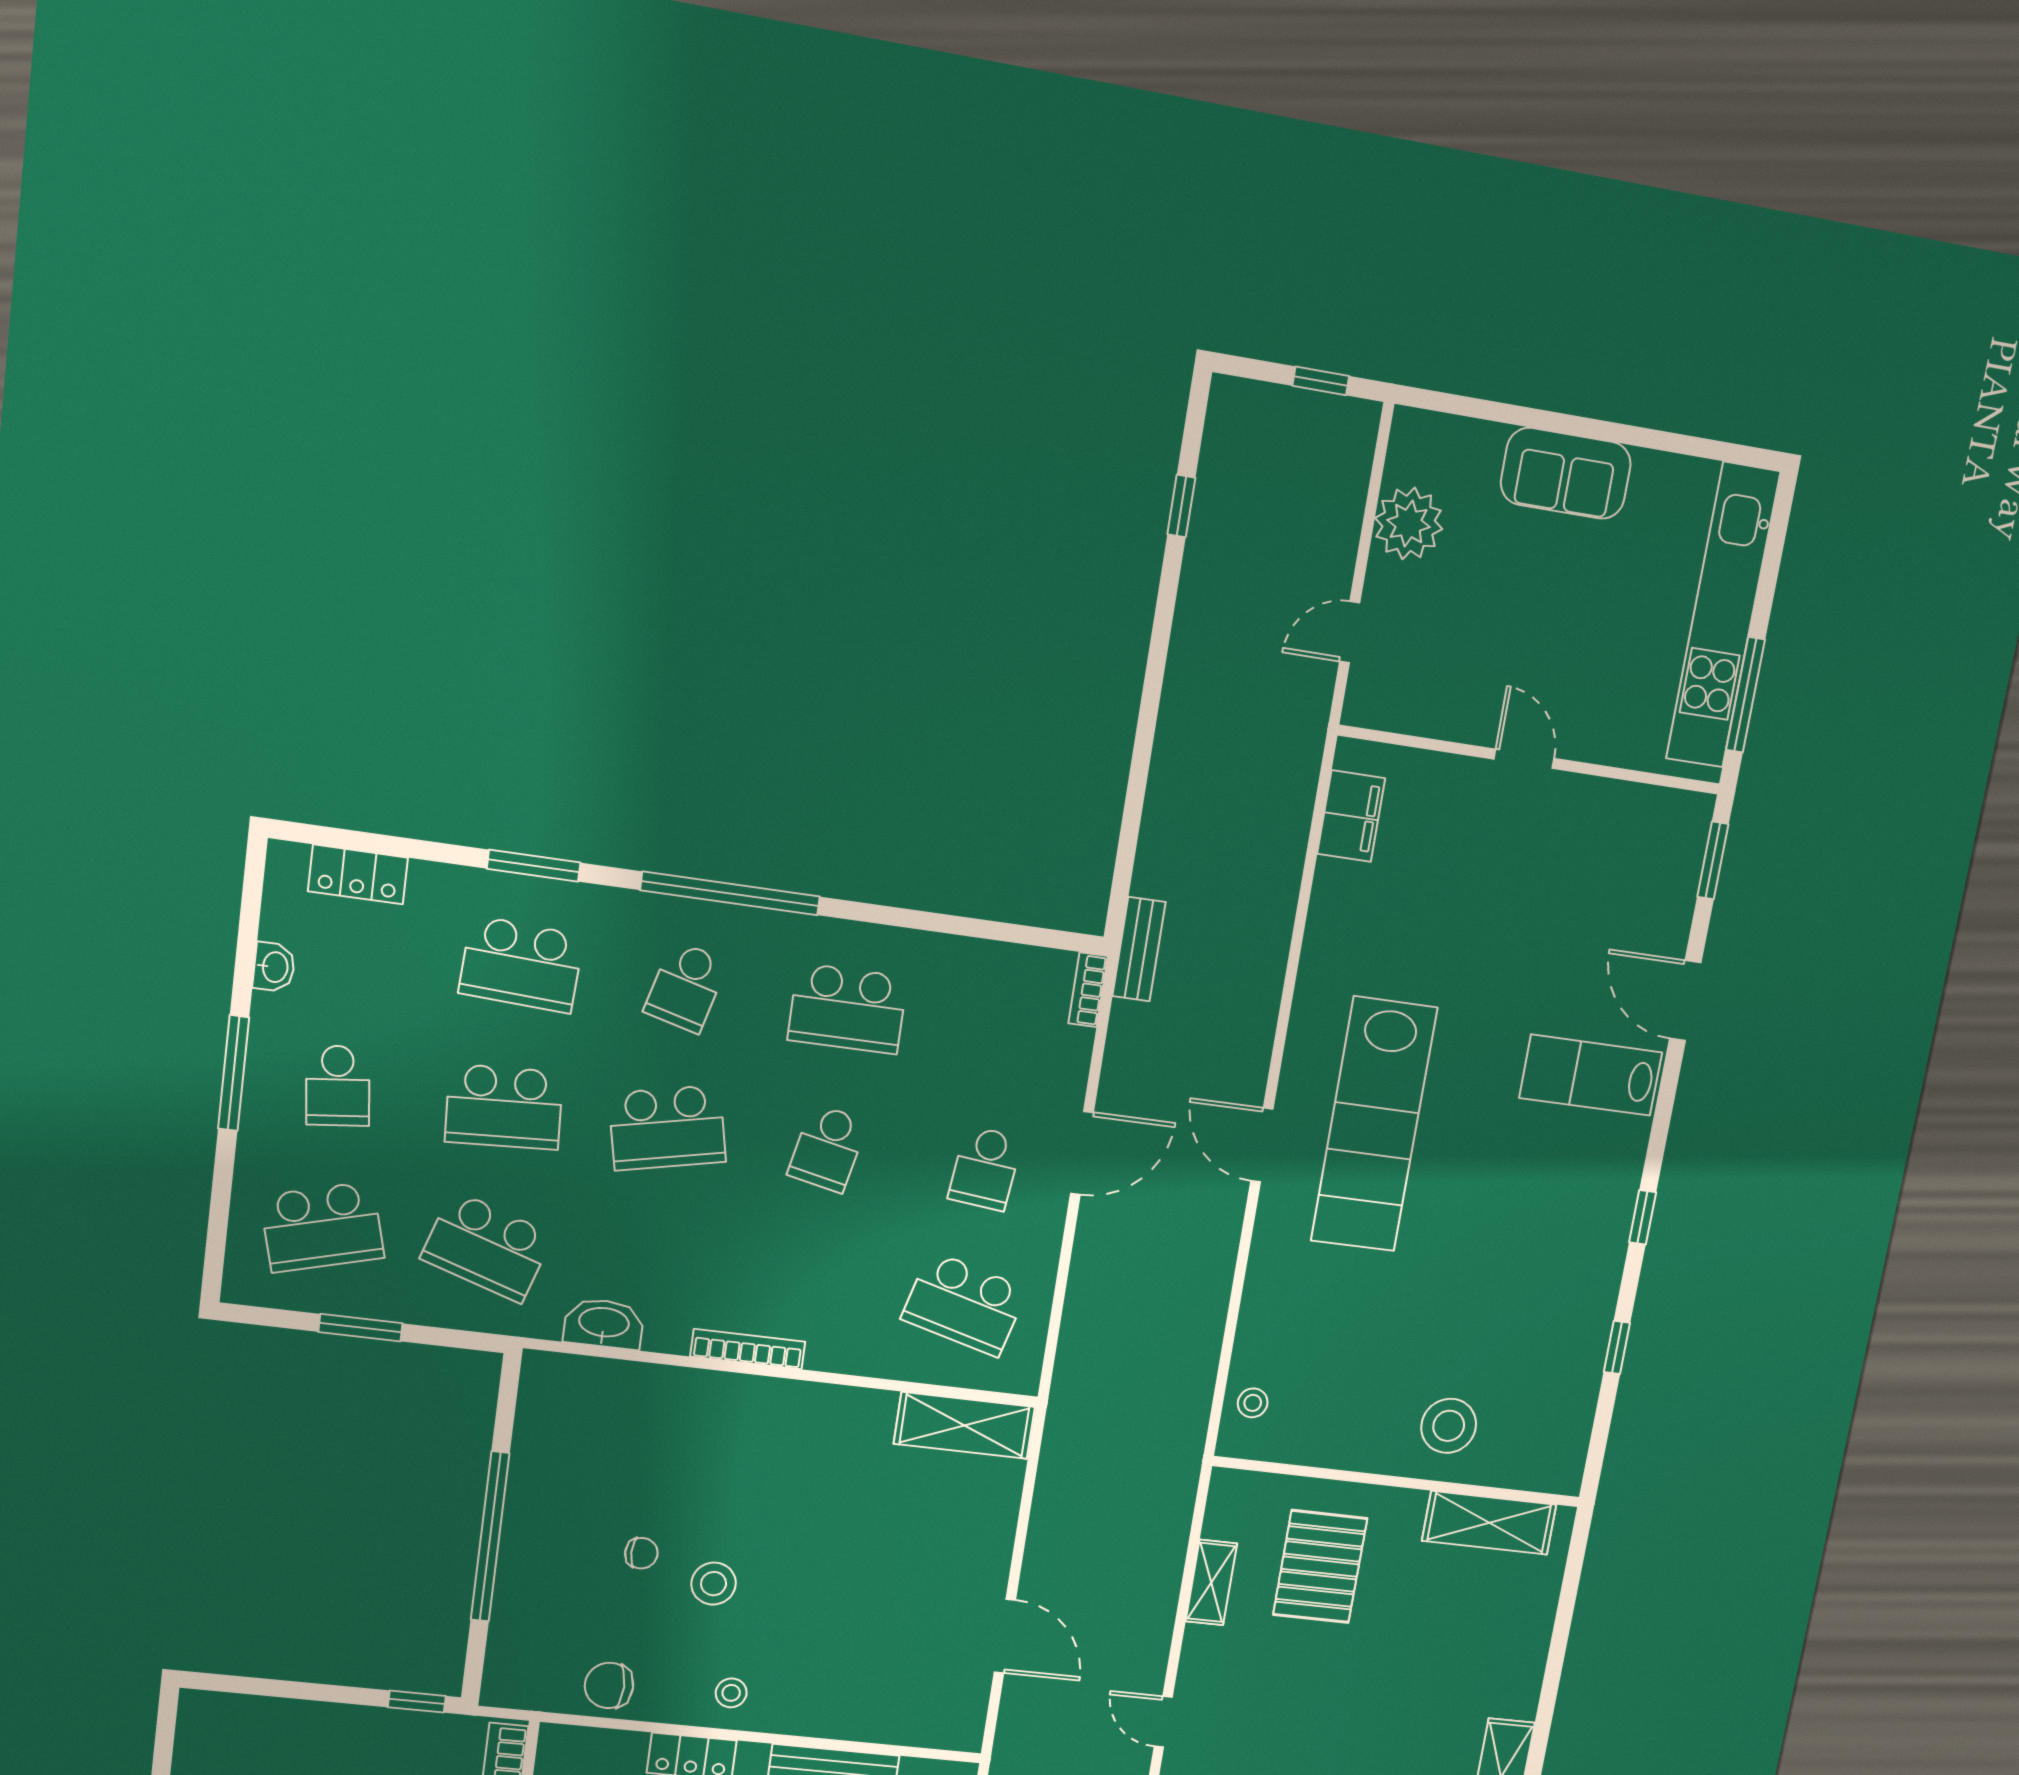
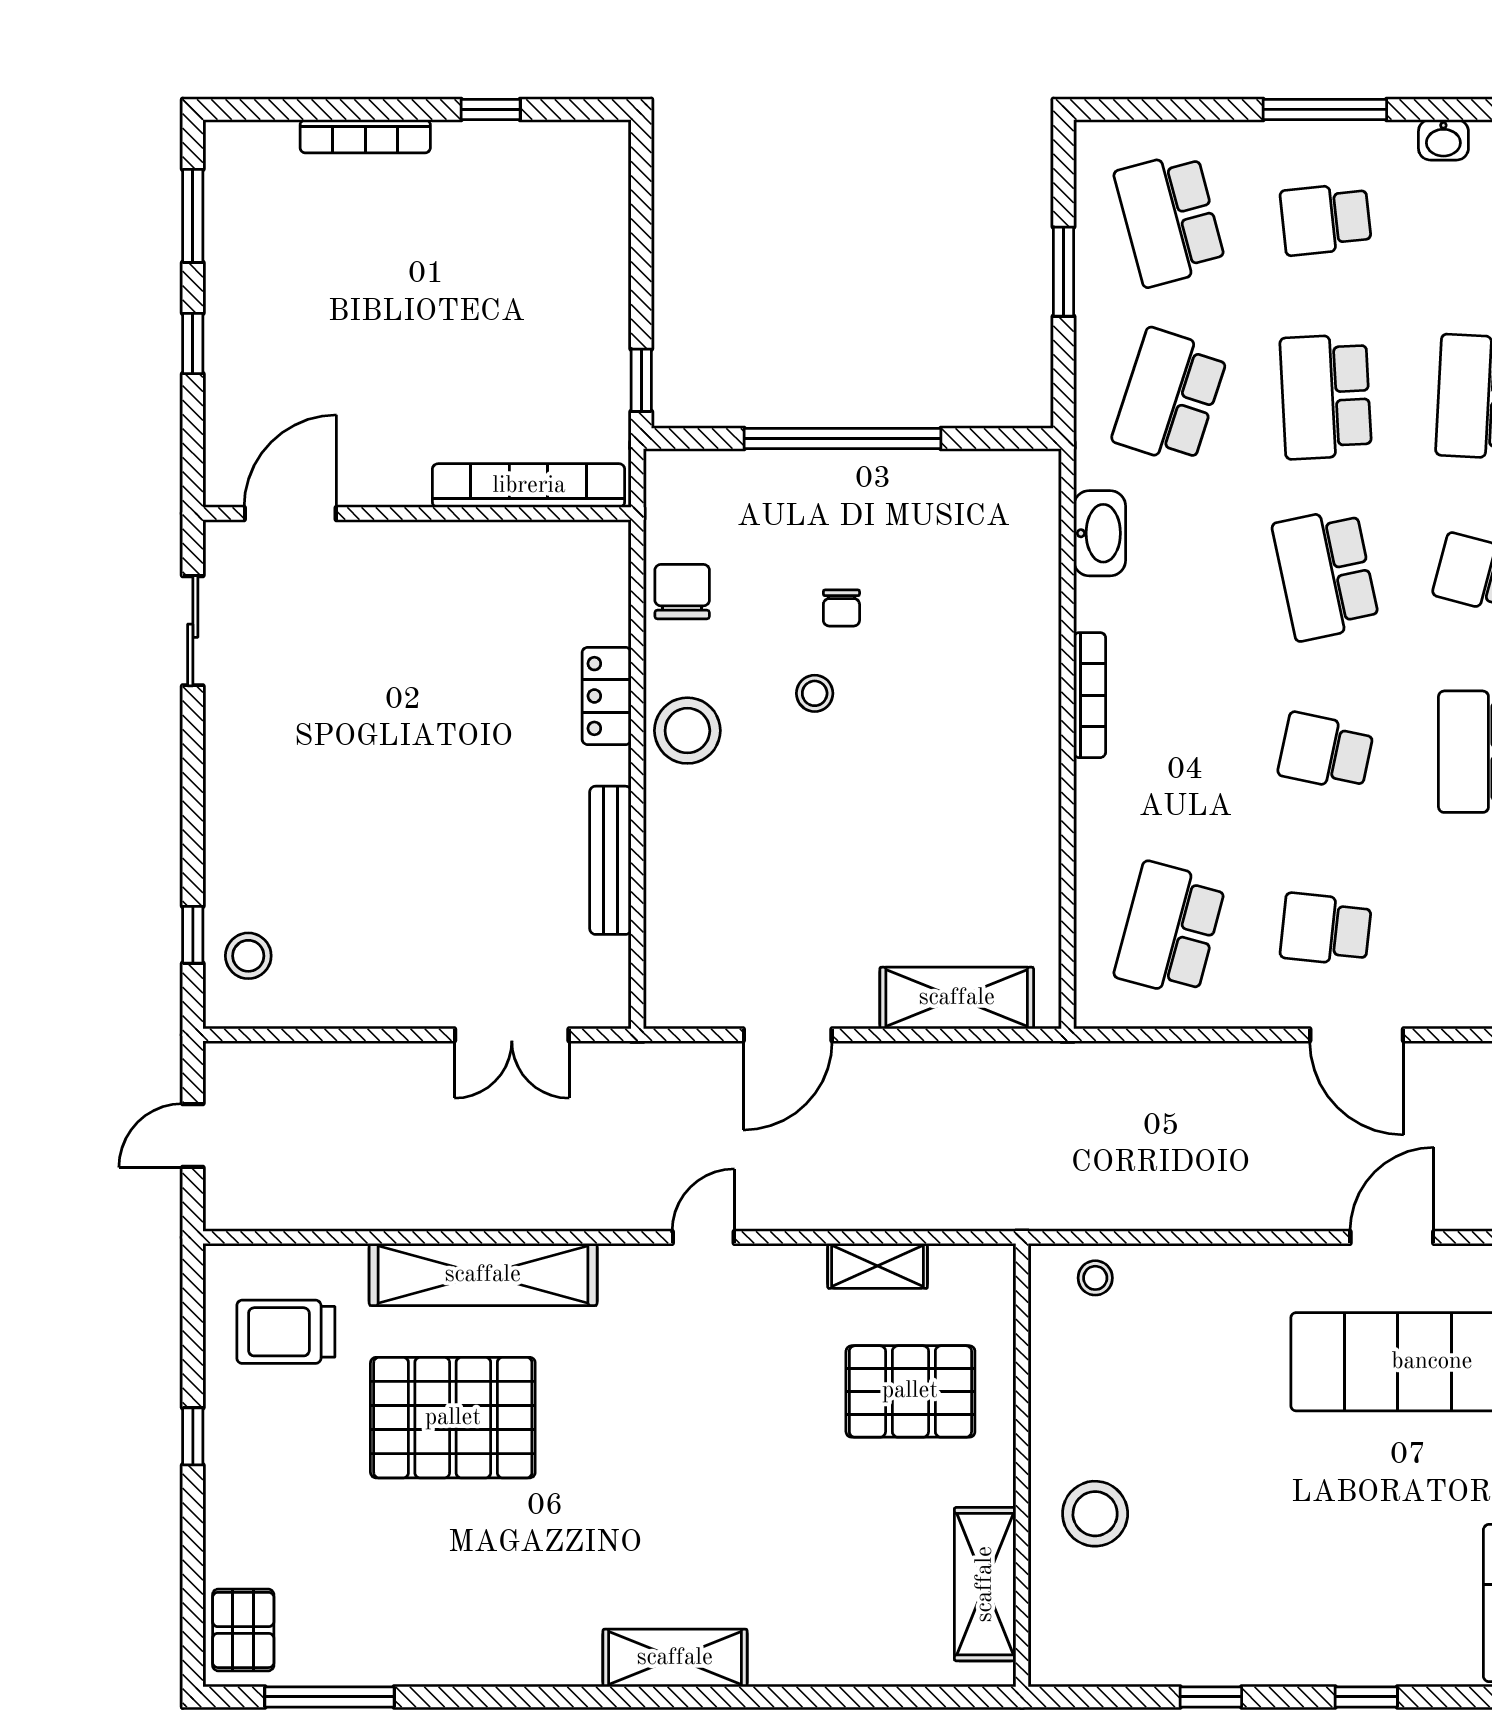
shelving: (964, 1425) -> (957, 998), moved, turned 90
stool: (714, 1584) -> (815, 693), width x0.73, depth x0.73
stool: (731, 1693) -> (687, 731), width x1.89, depth x1.89

